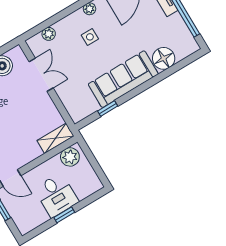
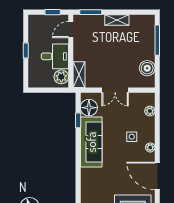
floor lamp: (164, 58) -> (89, 108), moved
double door: (41, 75) -> (115, 90), moved
desk: (56, 195) -> (55, 56), moved, turned 180

